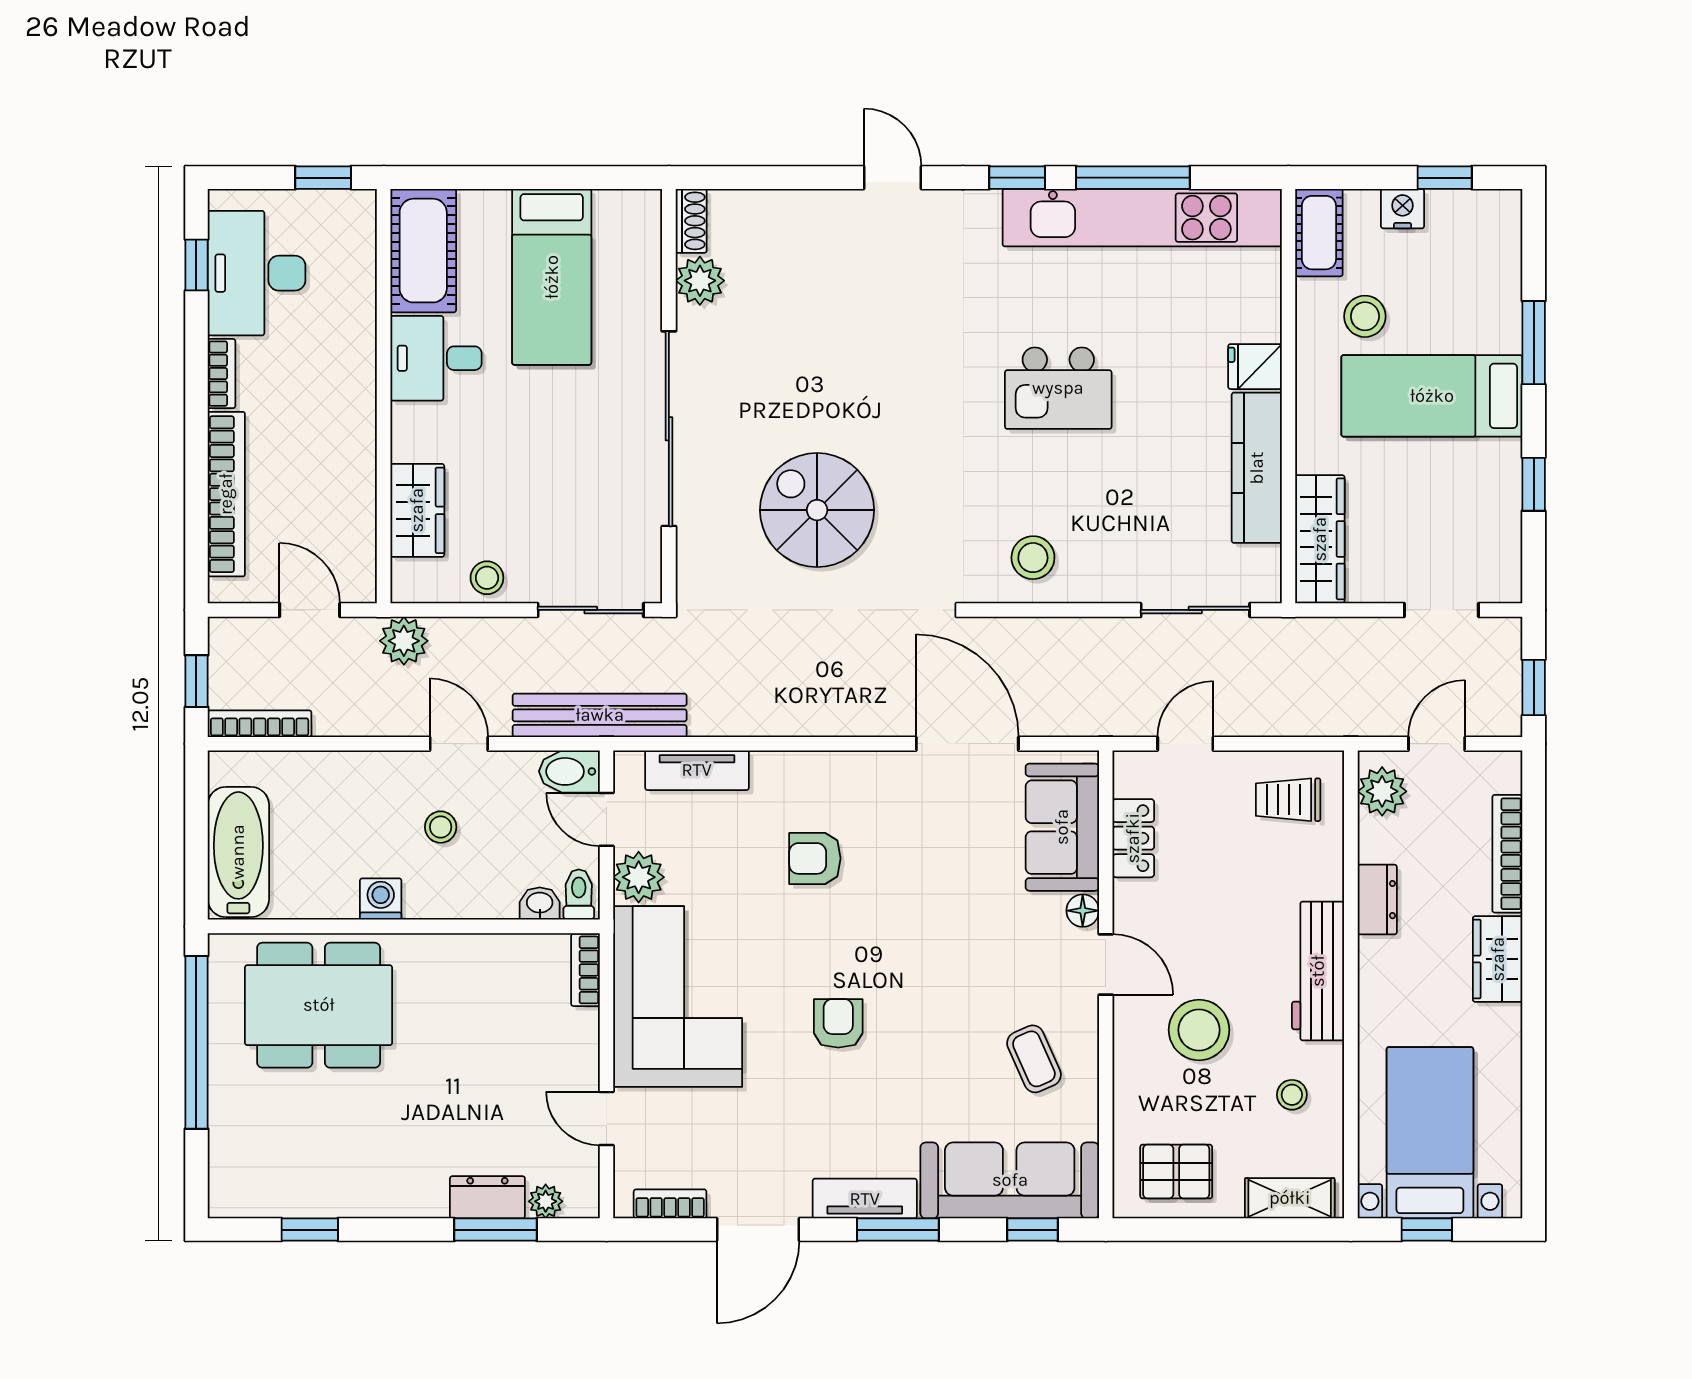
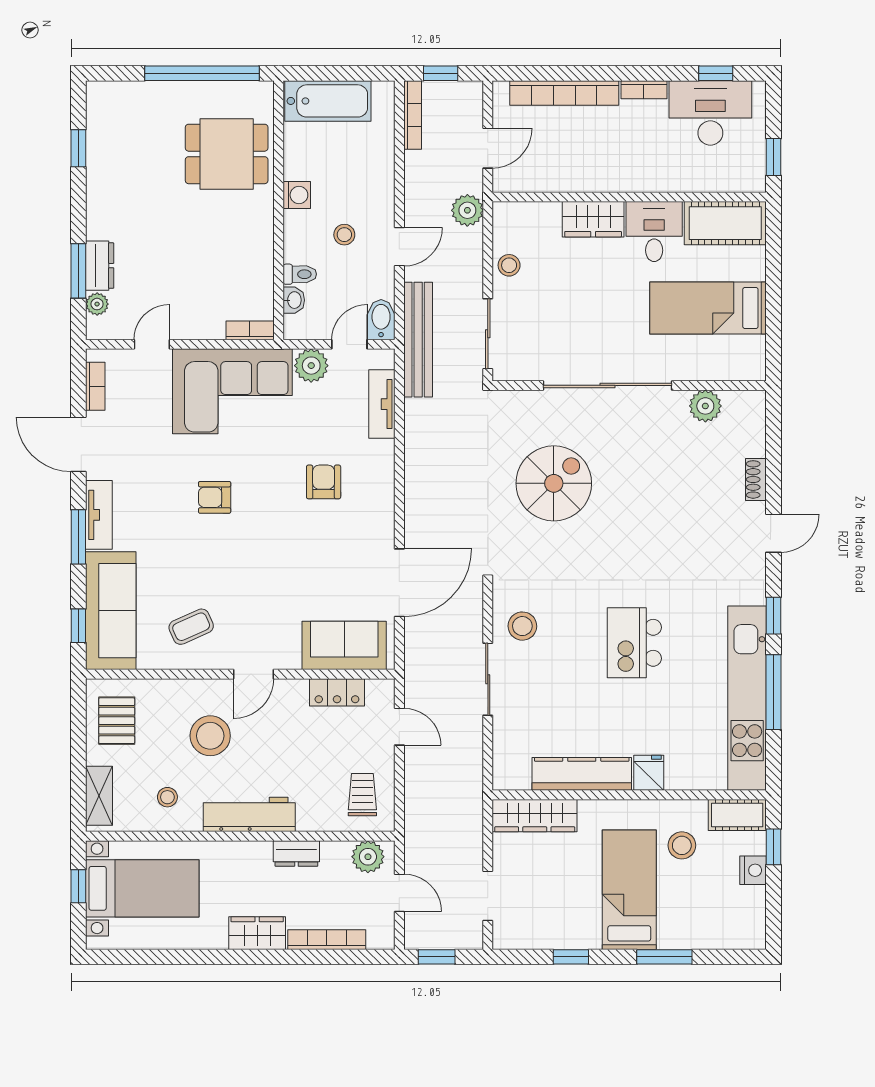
window: (1445, 178) -> (773, 847), moved
shoe rack: (691, 221) -> (756, 479), moved, turned 90
wardrobe: (417, 510) -> (593, 219), moved
sliding door: (1195, 610) -> (488, 679), moved
toilet: (579, 895) -> (300, 274), moved
floor lamp: (1083, 911) -> (289, 659), removed
dining table: (319, 1005) -> (227, 154), width x0.73
armchair: (838, 1023) -> (215, 497), turned 180

